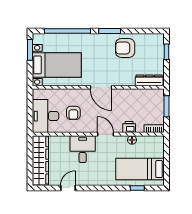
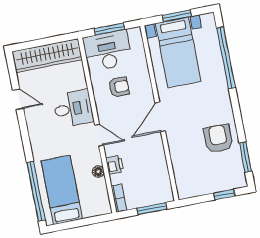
window: (110, 31) -> (245, 157), moved
window: (30, 50) -> (177, 16), moved
dresser: (149, 80) -> (182, 179), removed
window: (30, 112) -> (109, 29), added
armchair: (73, 113) -> (119, 87), turned 180
door: (105, 134) -> (99, 135), hinge flipped
window: (137, 188) -> (36, 191), width x3.17

